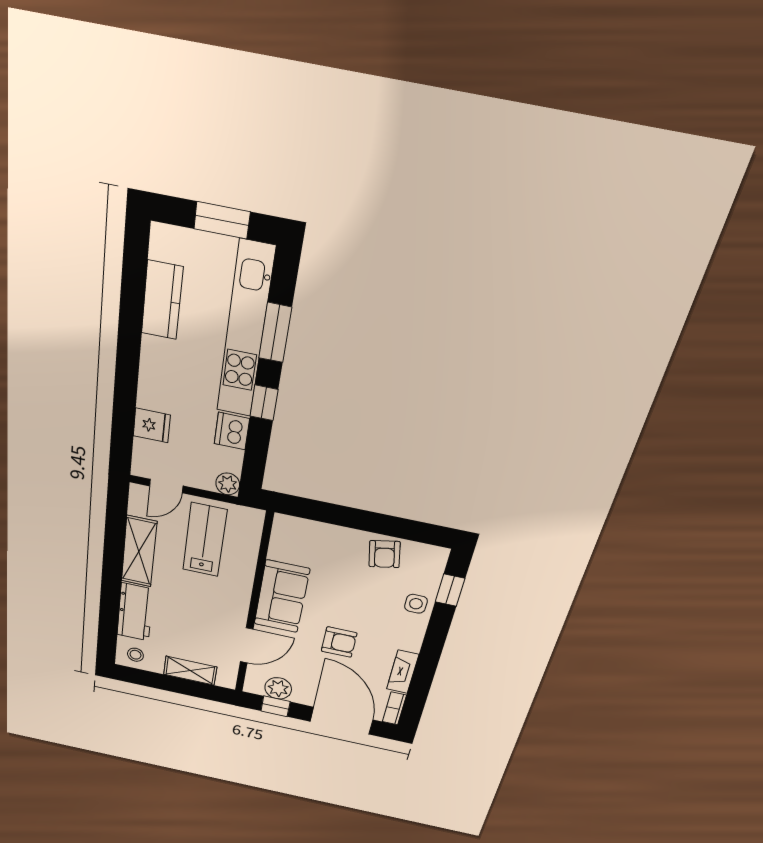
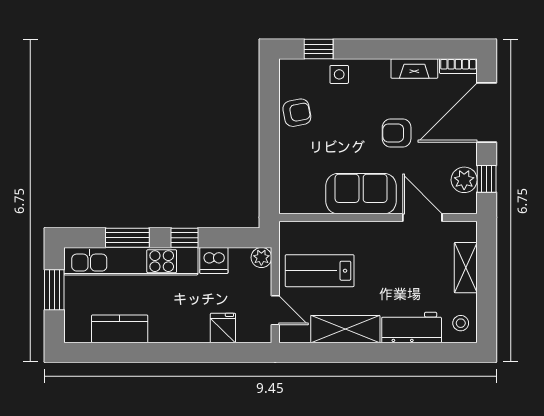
armchair: (339, 642) -> (397, 133), turned -90

